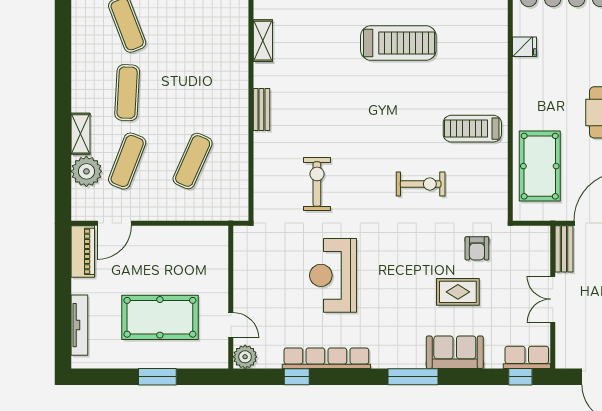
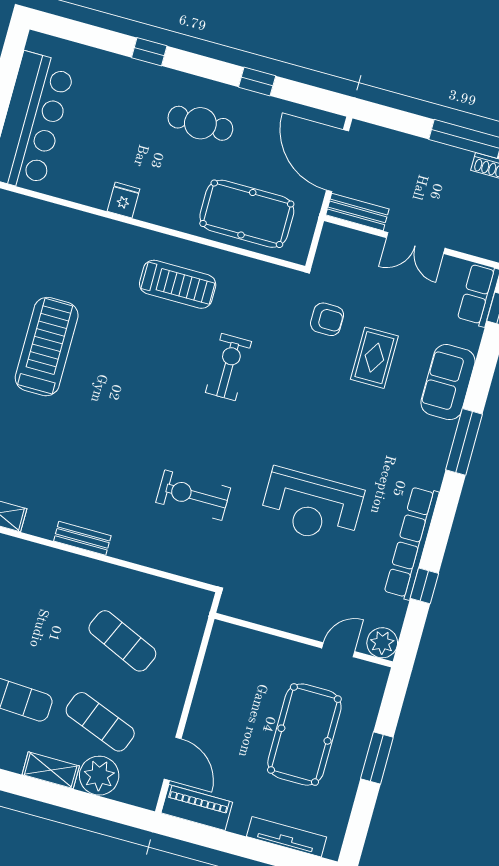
fridge: (524, 47) -> (124, 200), moved
treadmill: (472, 129) -> (178, 284), turned -90

